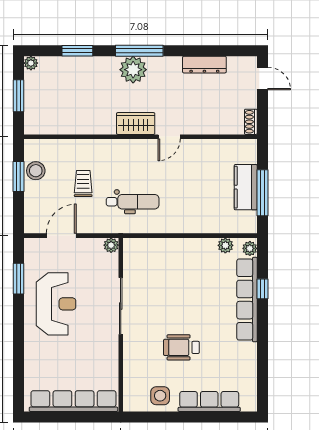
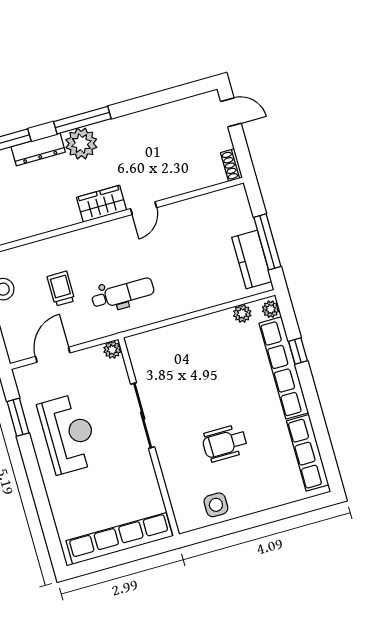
dresser: (204, 65) -> (38, 149), moved
kitchen counter: (246, 187) -> (252, 260), moved
row of seats: (209, 402) -> (308, 453), moved, turned -90

